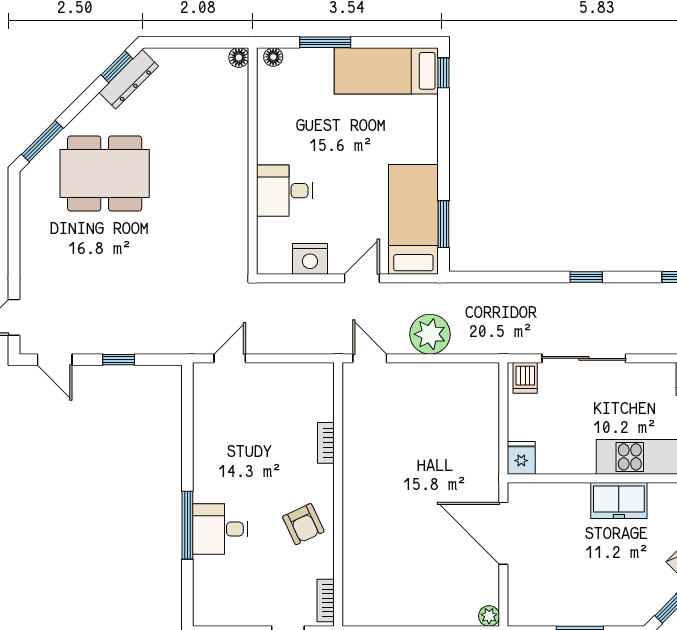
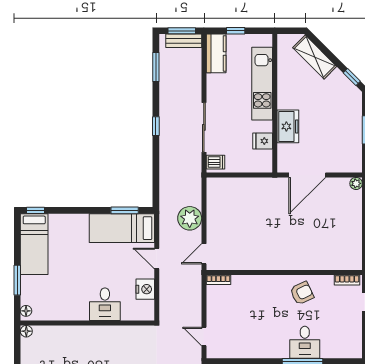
bookcase: (326, 443) -> (218, 280), moved
fridge: (521, 458) -> (263, 141), moved
freezer: (619, 501) -> (288, 126), moved

